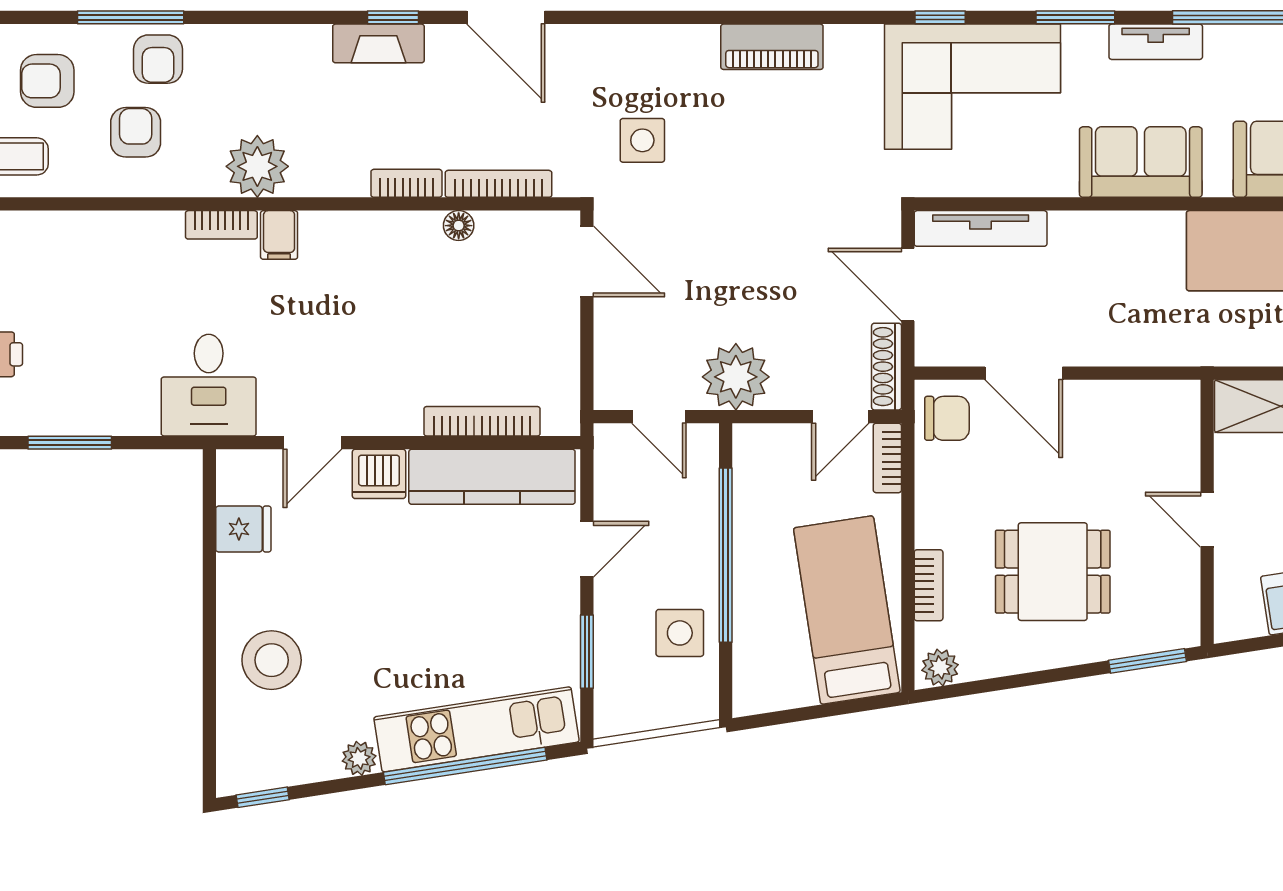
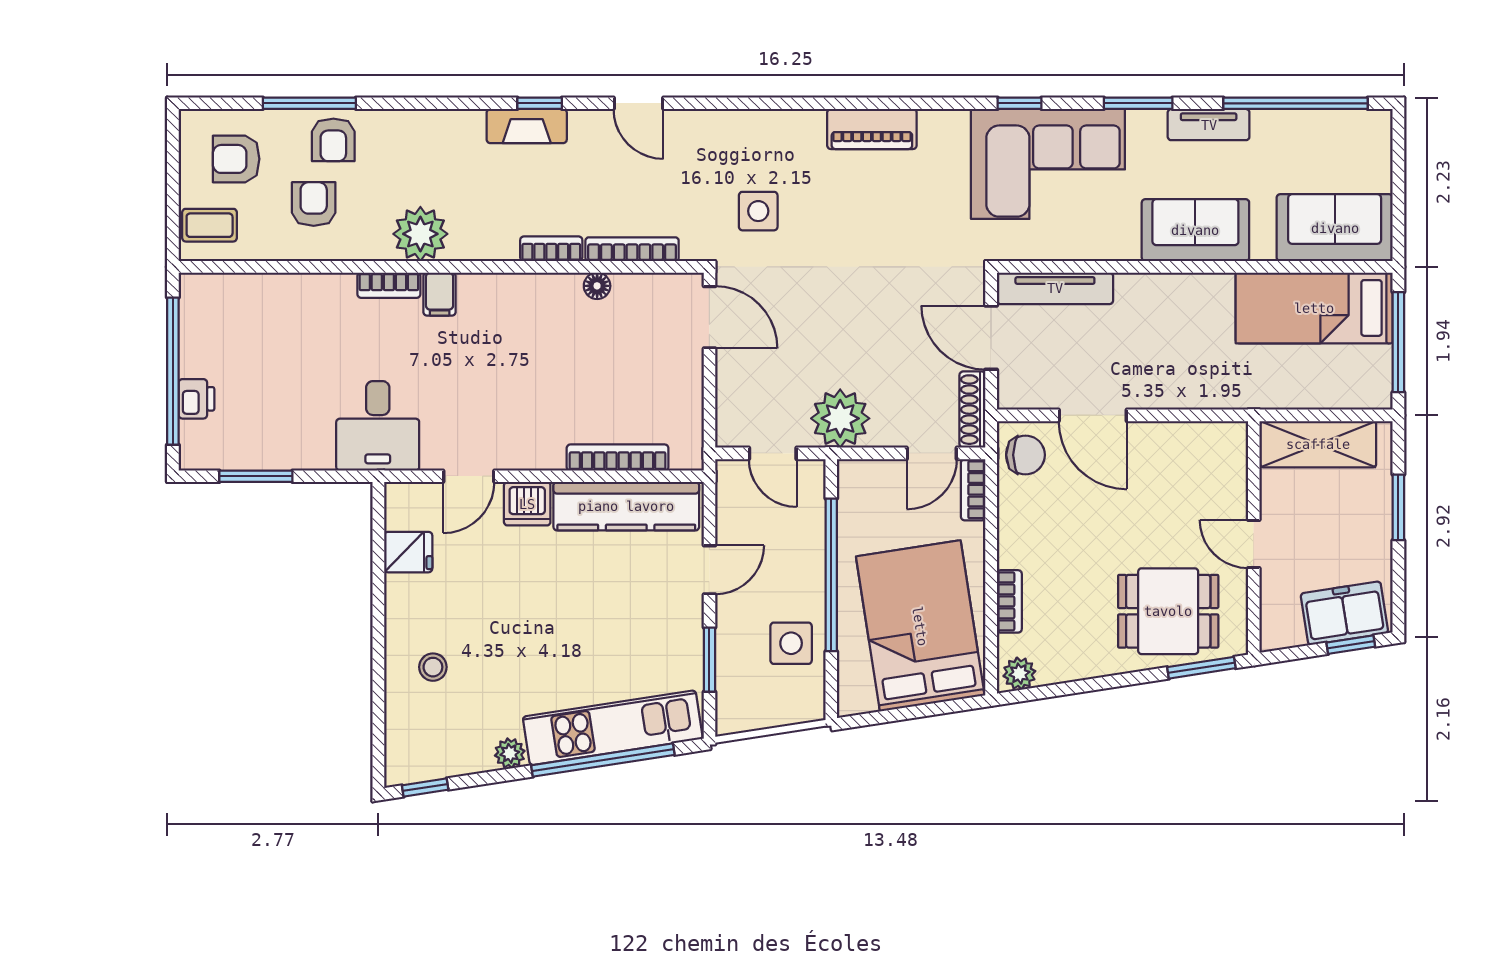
door: (506, 17) -> (638, 103), width x0.73
dining table: (1053, 572) -> (1168, 611), moved
bed: (847, 610) -> (920, 626), width x1.50
stool: (272, 660) -> (433, 667), width x0.53, depth x0.53

